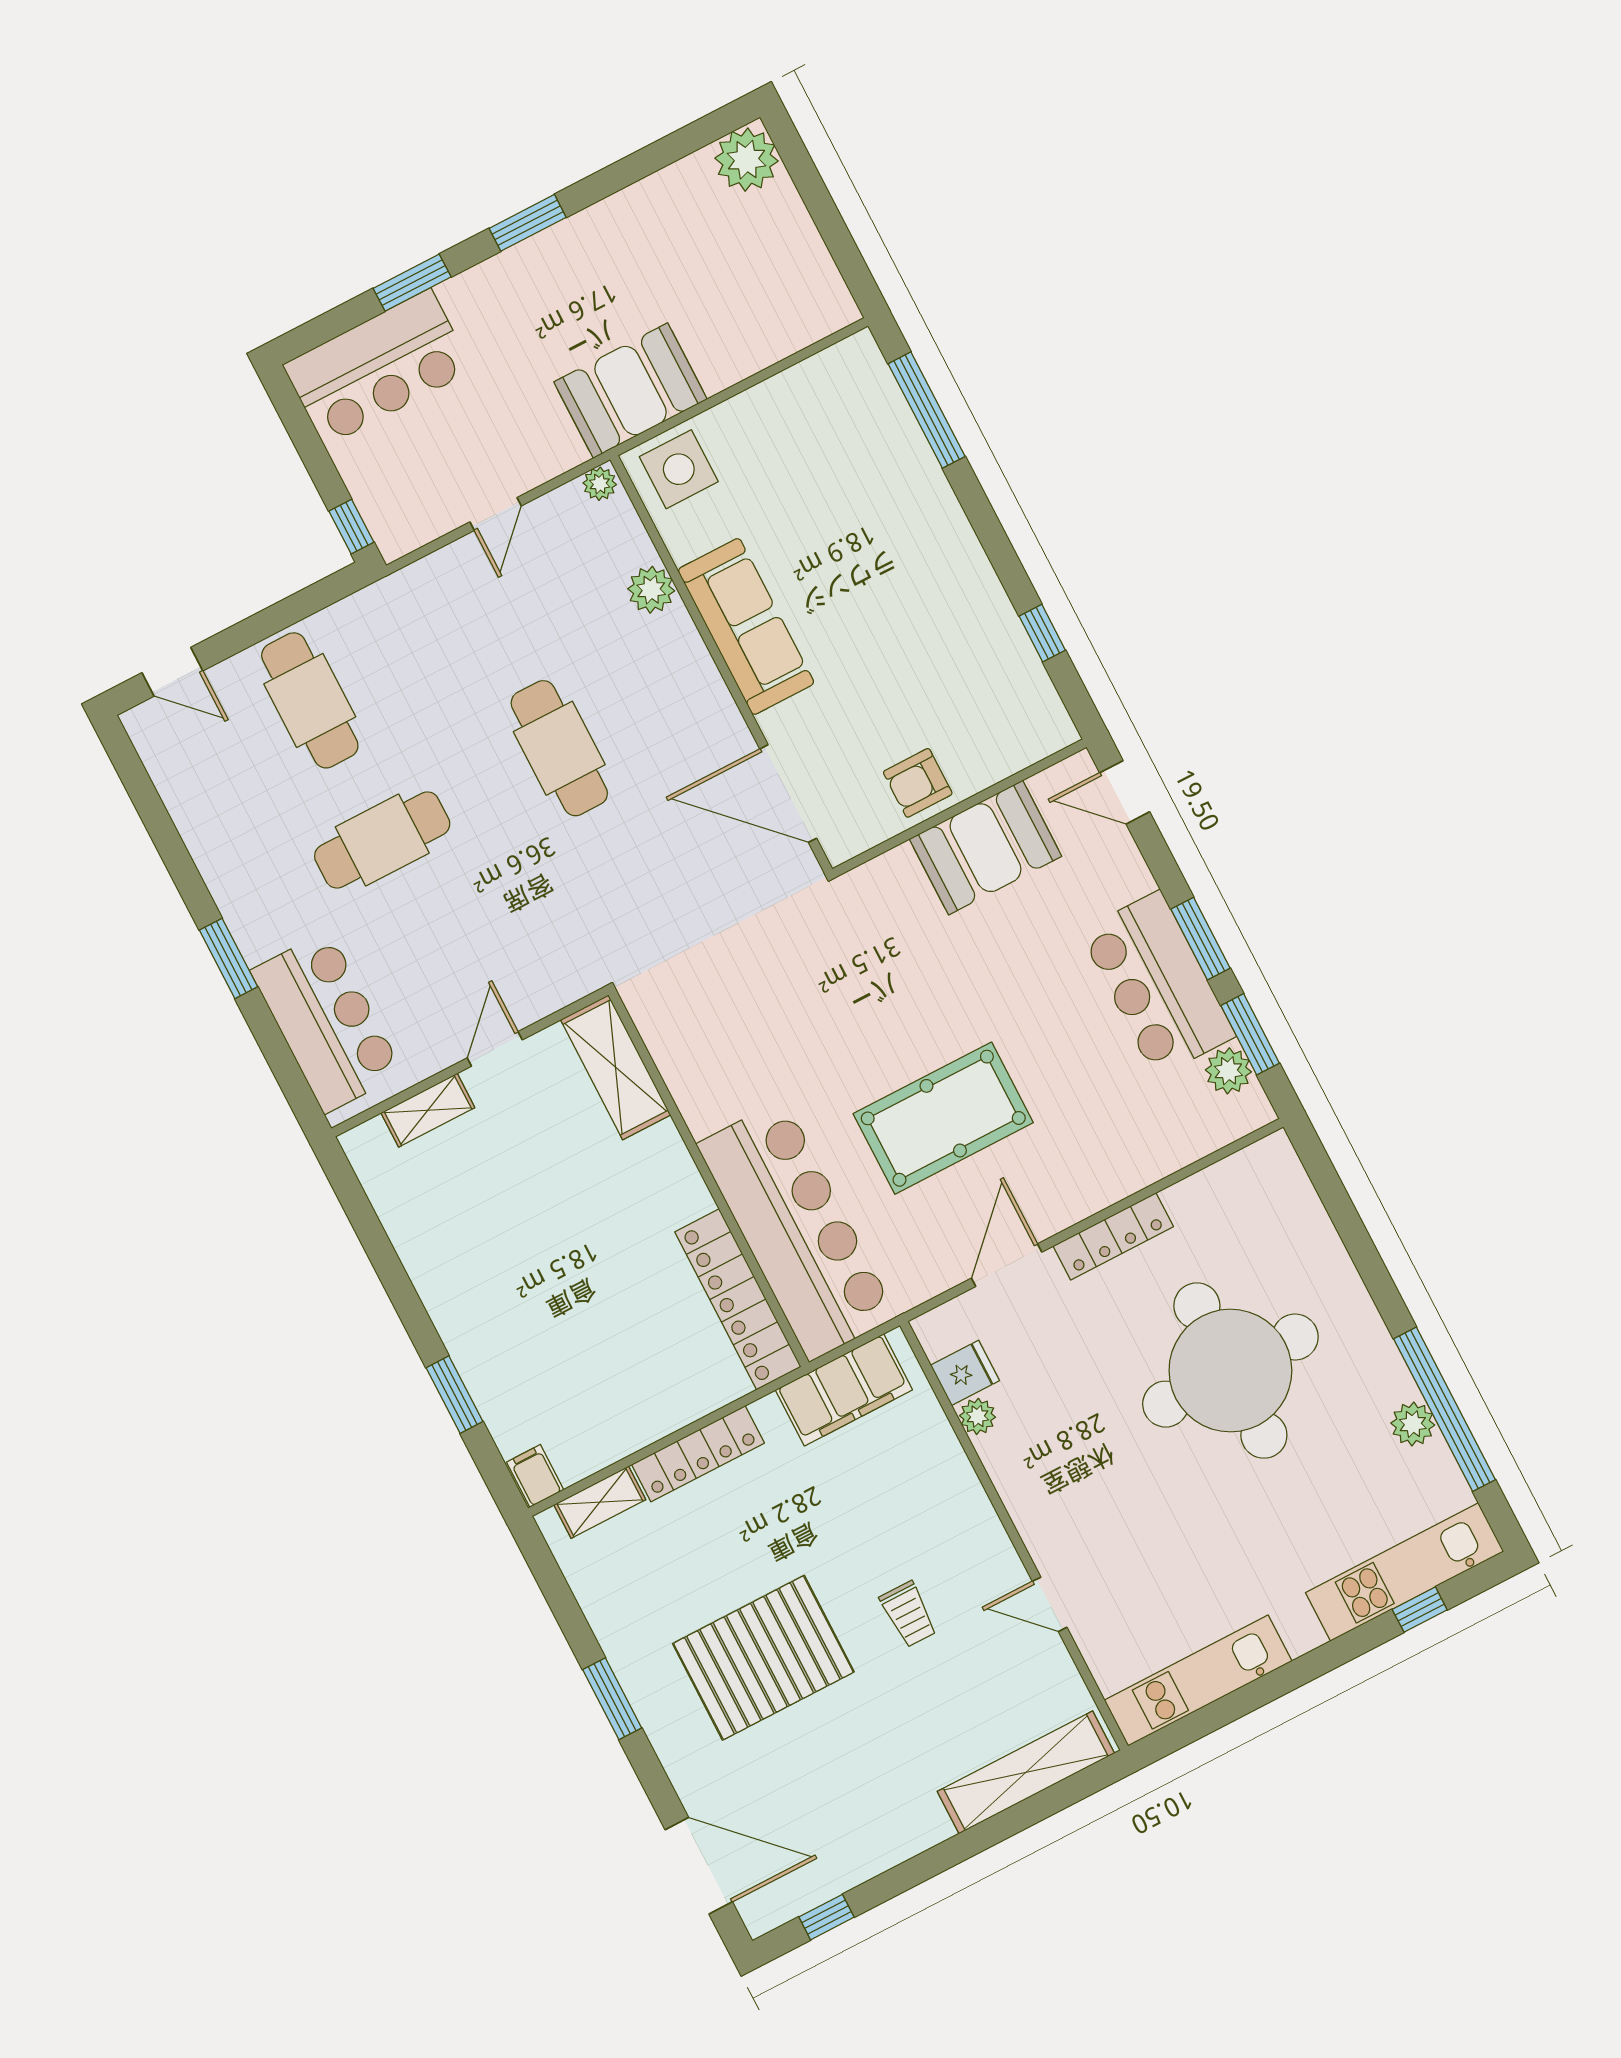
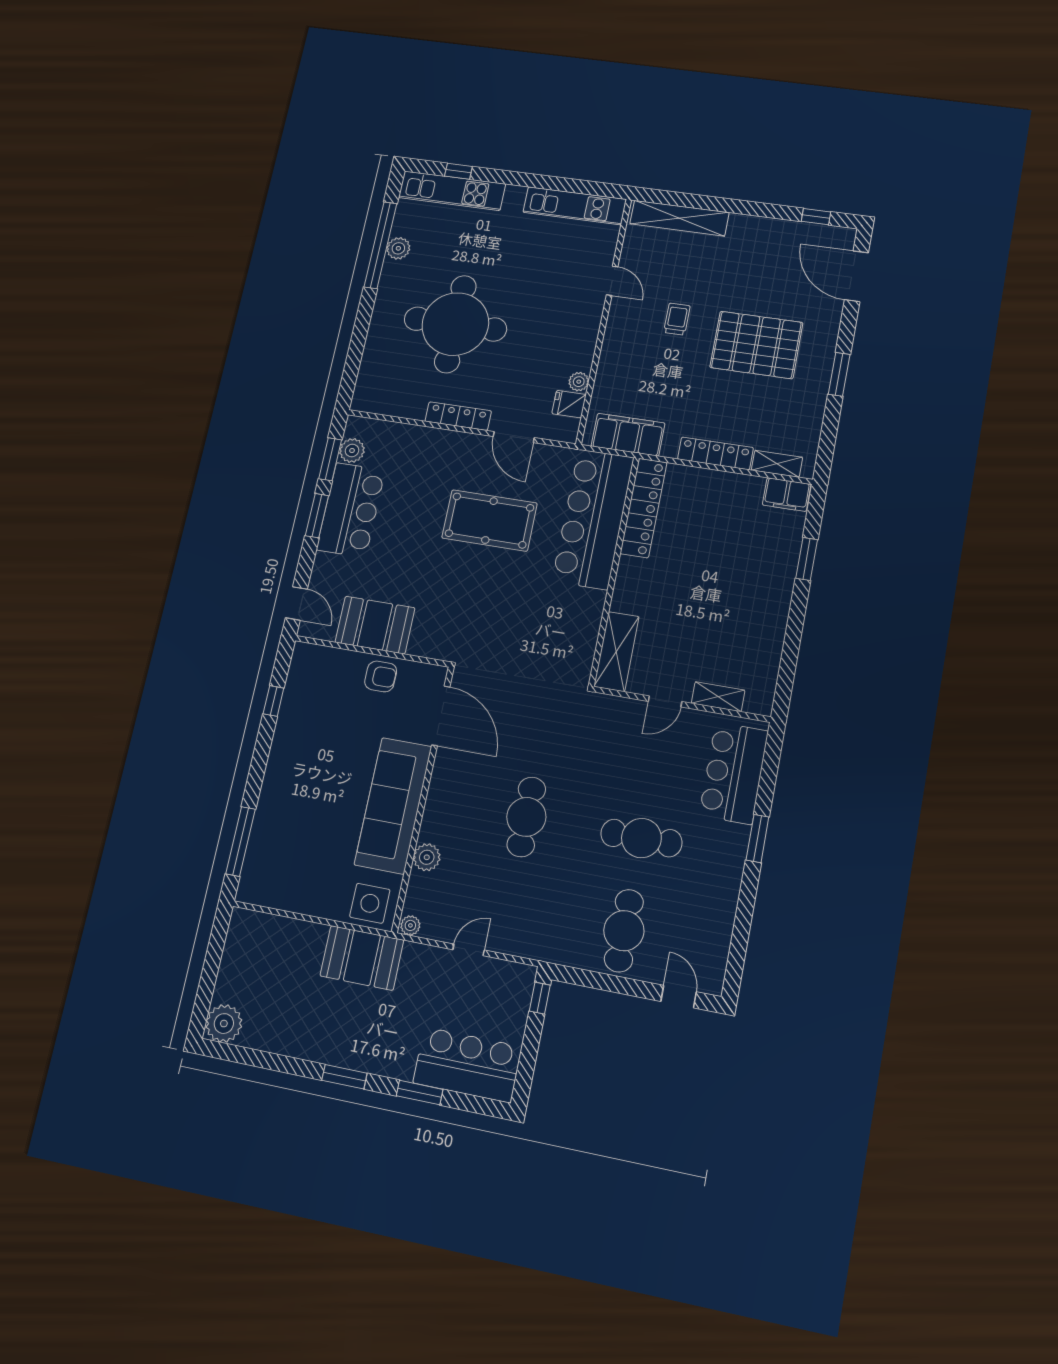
sofa: (746, 626) -> (393, 805), width x1.36, depth x1.27
door: (1007, 1265) -> (514, 437), hinge flipped
filing cabinet: (535, 1476) -> (787, 495), width x2.00

